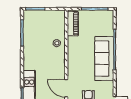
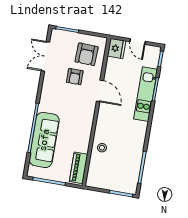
sofa: (104, 59) -> (44, 140), moved

